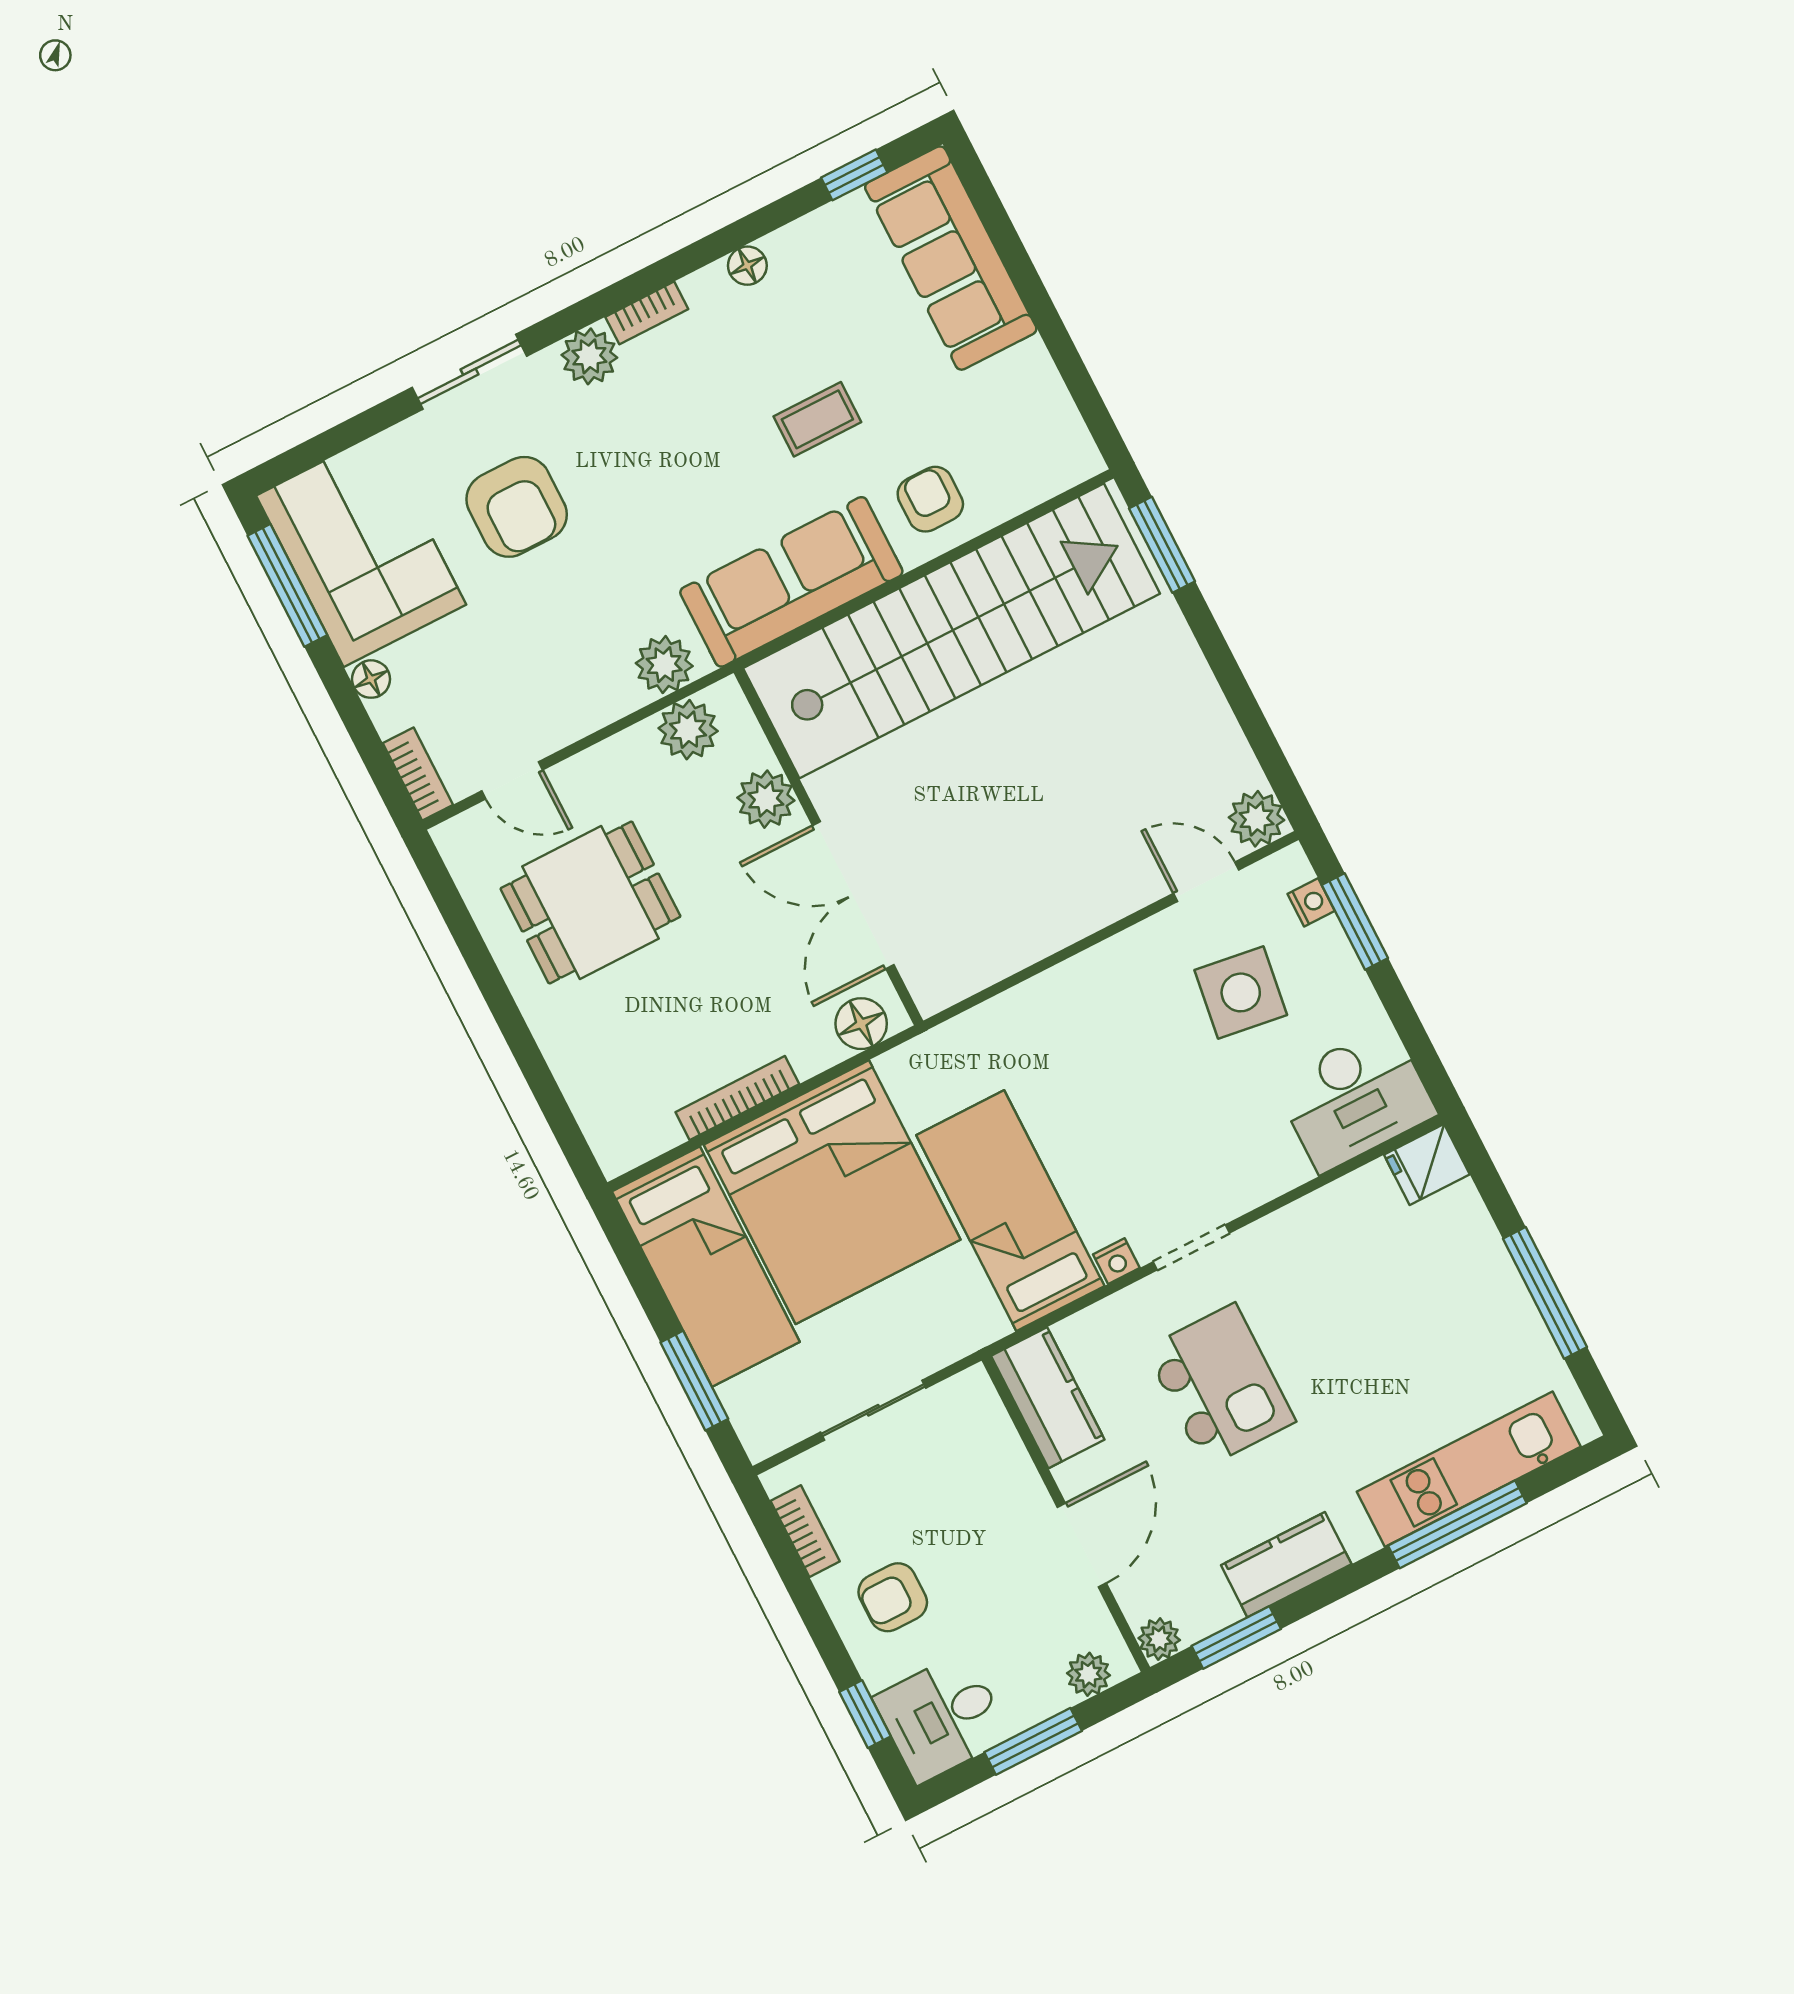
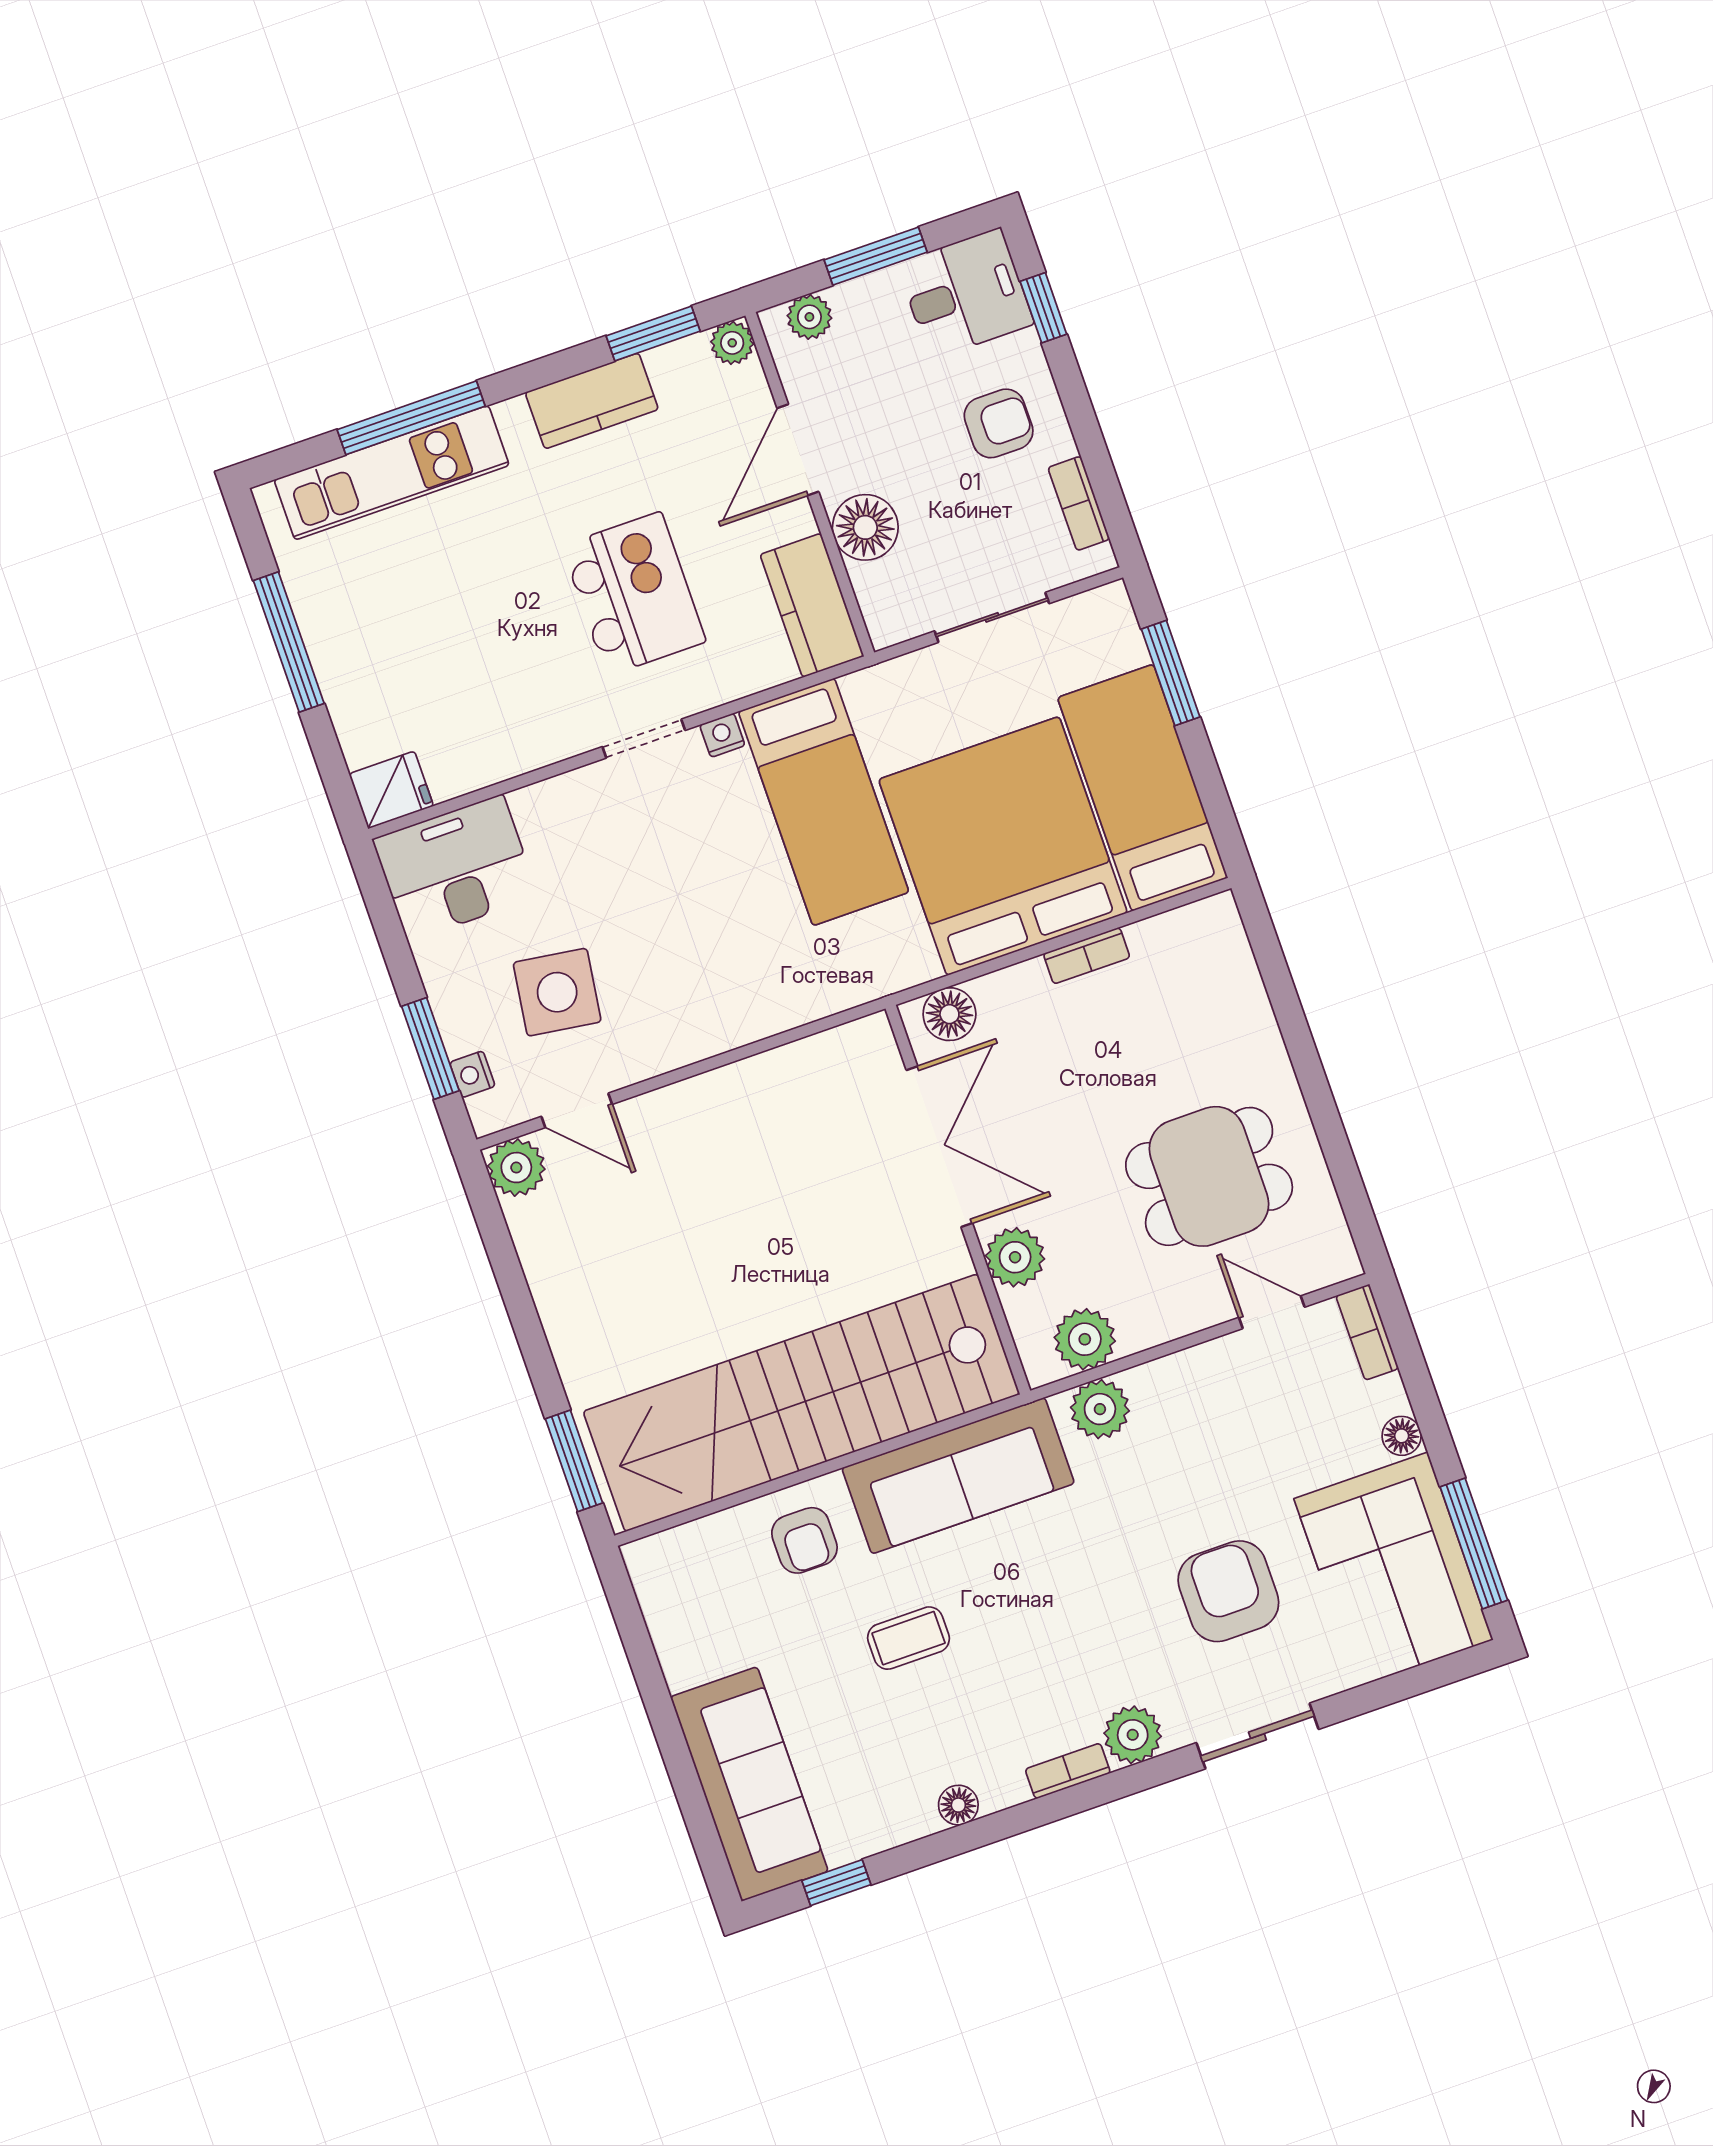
bookcase: (737, 1098) -> (1087, 956), width x0.64
kitchen island: (1220, 1385) -> (634, 594), turned 180
floor lamp: (1007, 1480) -> (865, 527), added

